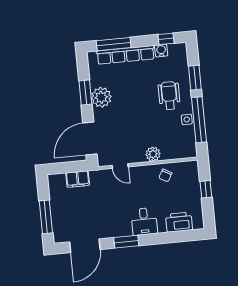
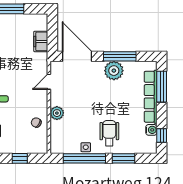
window: (85, 92) -> (120, 56), width x1.44
wheelchair: (169, 96) -> (109, 133), turned -90

